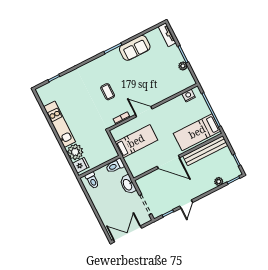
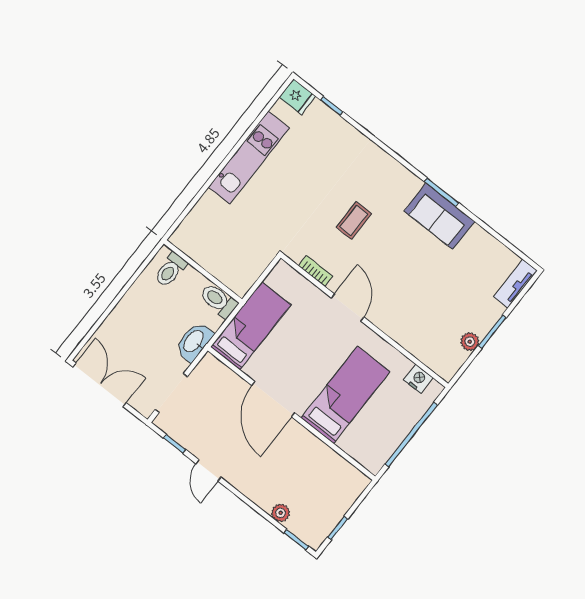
sofa: (135, 48) -> (439, 216), moved
bed: (197, 132) -> (346, 395), moved, turned 90
bed: (136, 141) -> (251, 326), moved, turned -90
bench: (205, 151) -> (328, 460), removed
plant: (75, 152) -> (210, 212), removed
fridge: (81, 165) -> (297, 97), moved
door: (186, 204) -> (208, 470), hinge flipped

